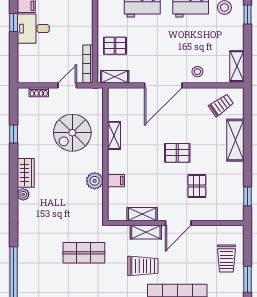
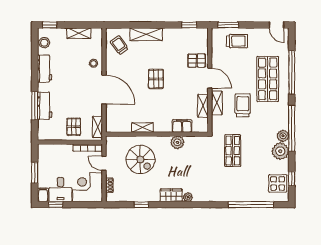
corner desk: (36, 63) -> (87, 187), added
shelving: (237, 66) -> (79, 33), moved
filing cabinet: (116, 181) -> (182, 126), width x2.00
pallet: (197, 186) -> (197, 61), moved
window: (248, 279) -> (228, 25), moved

